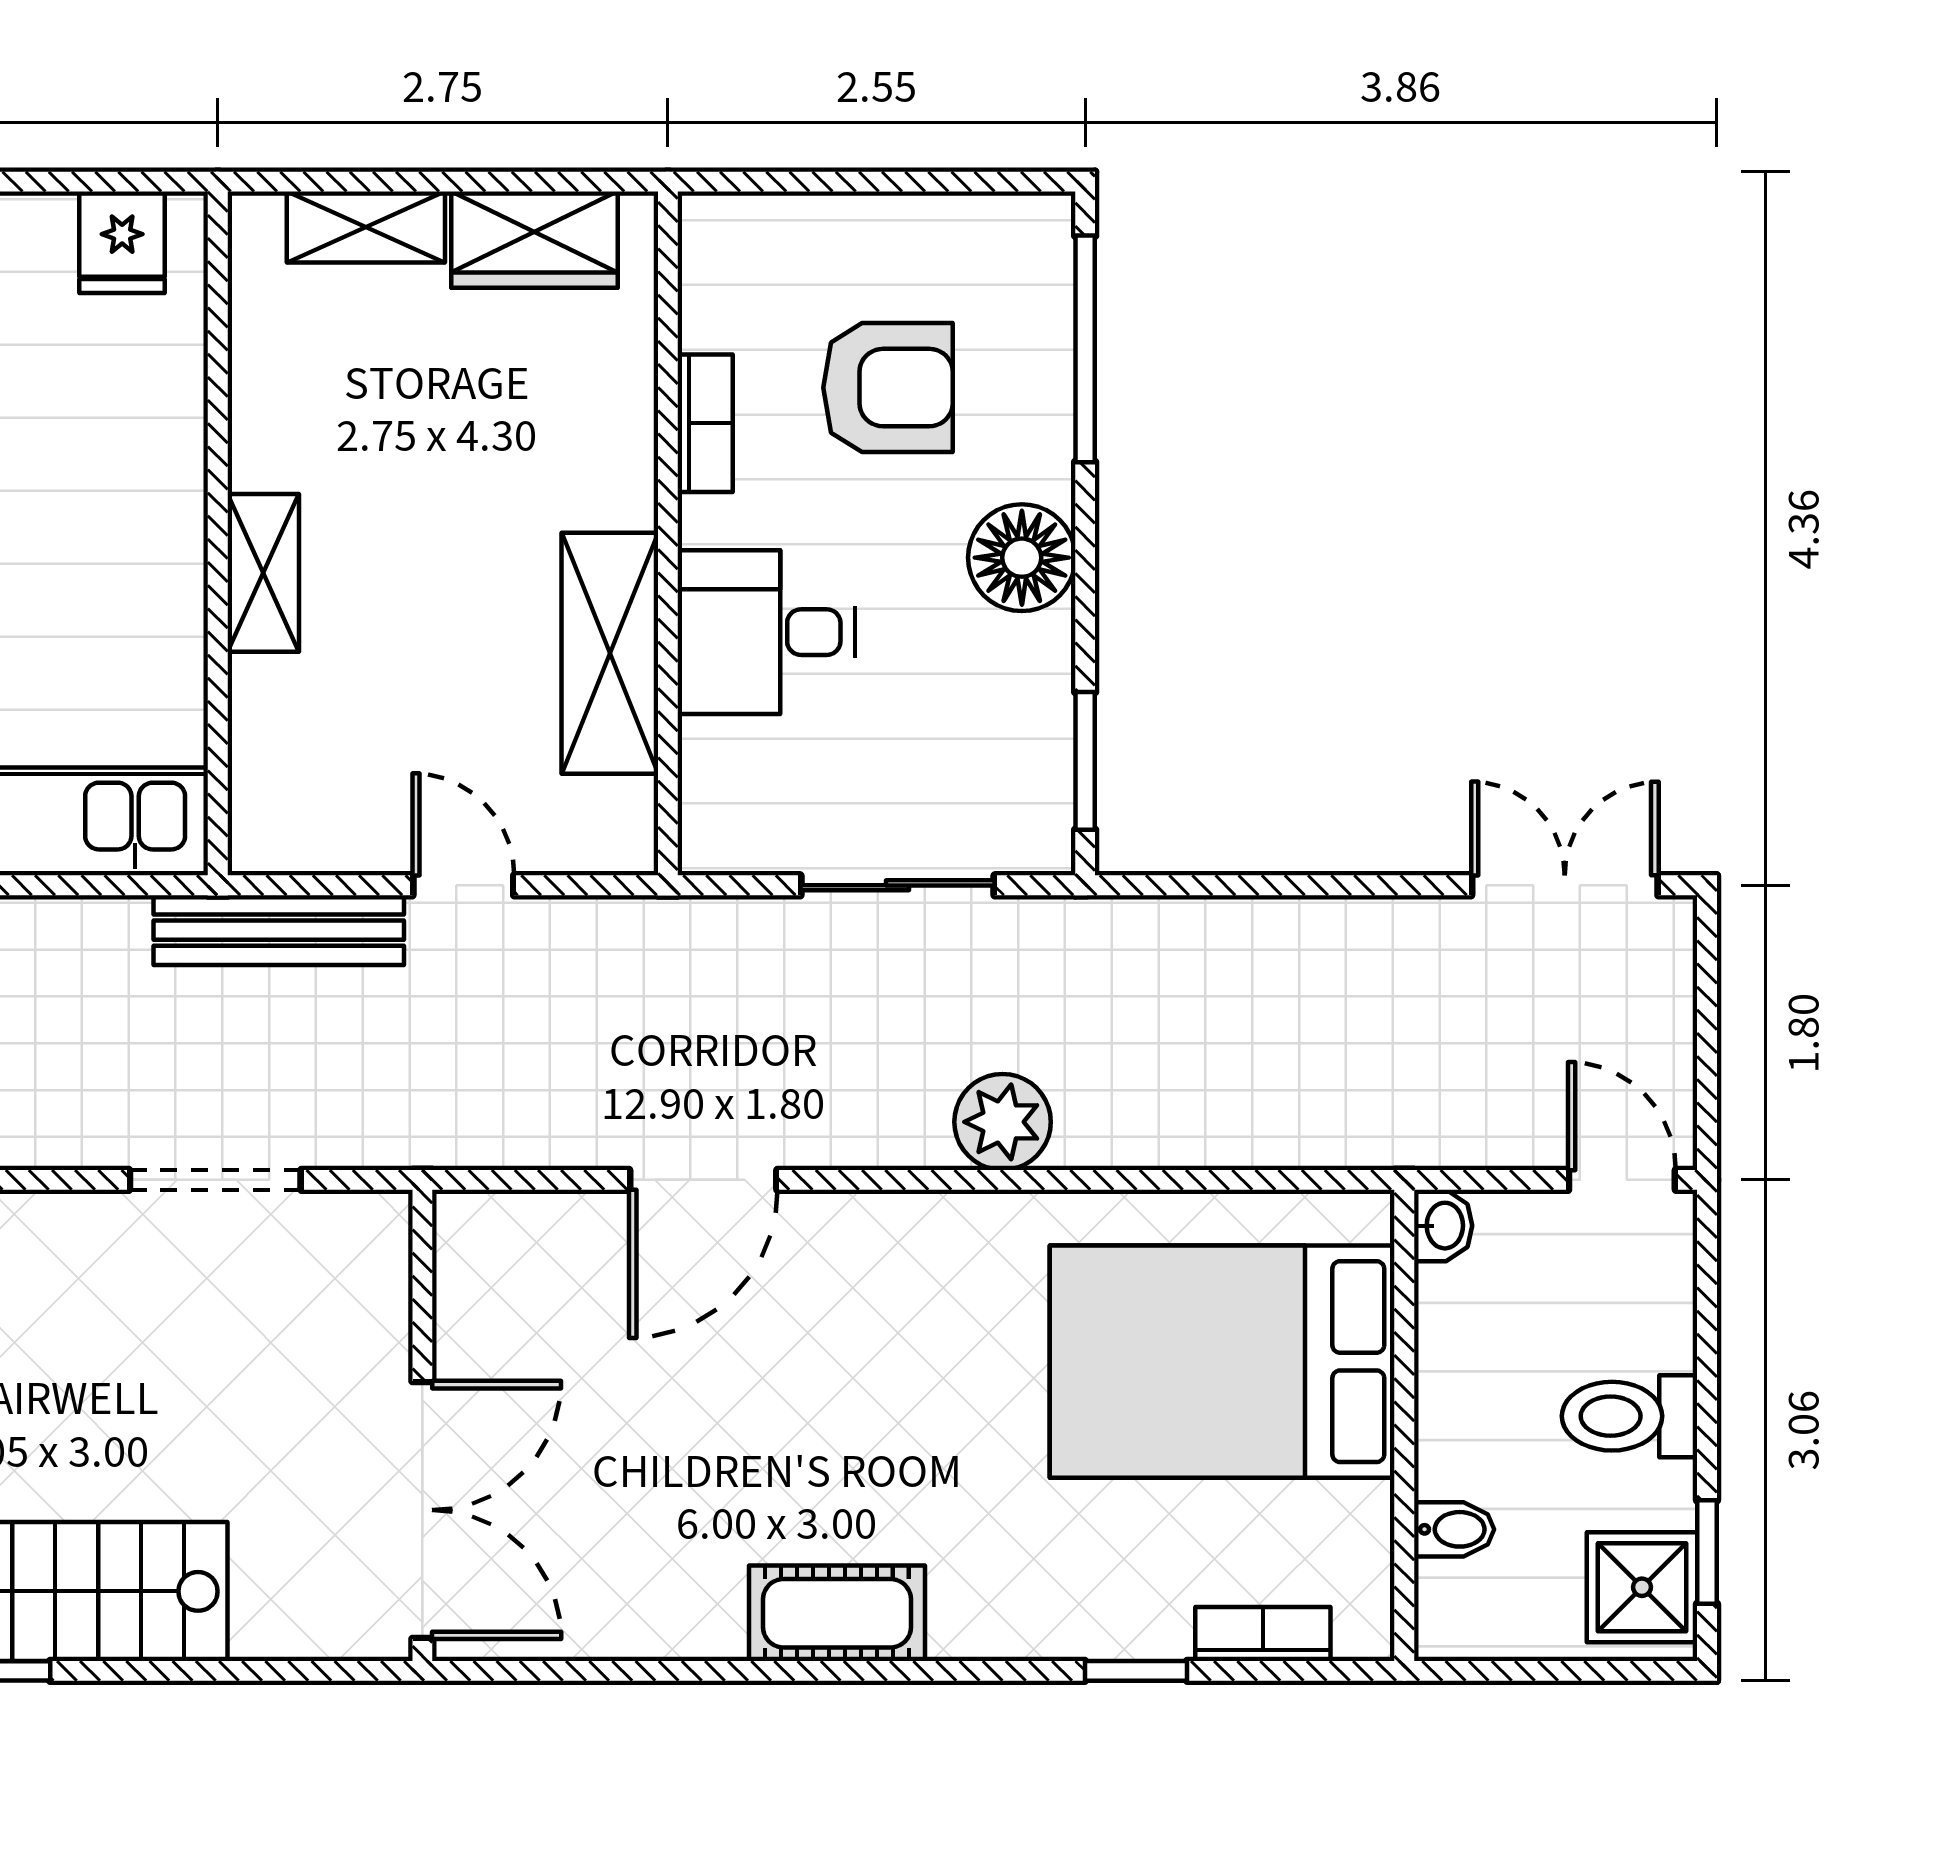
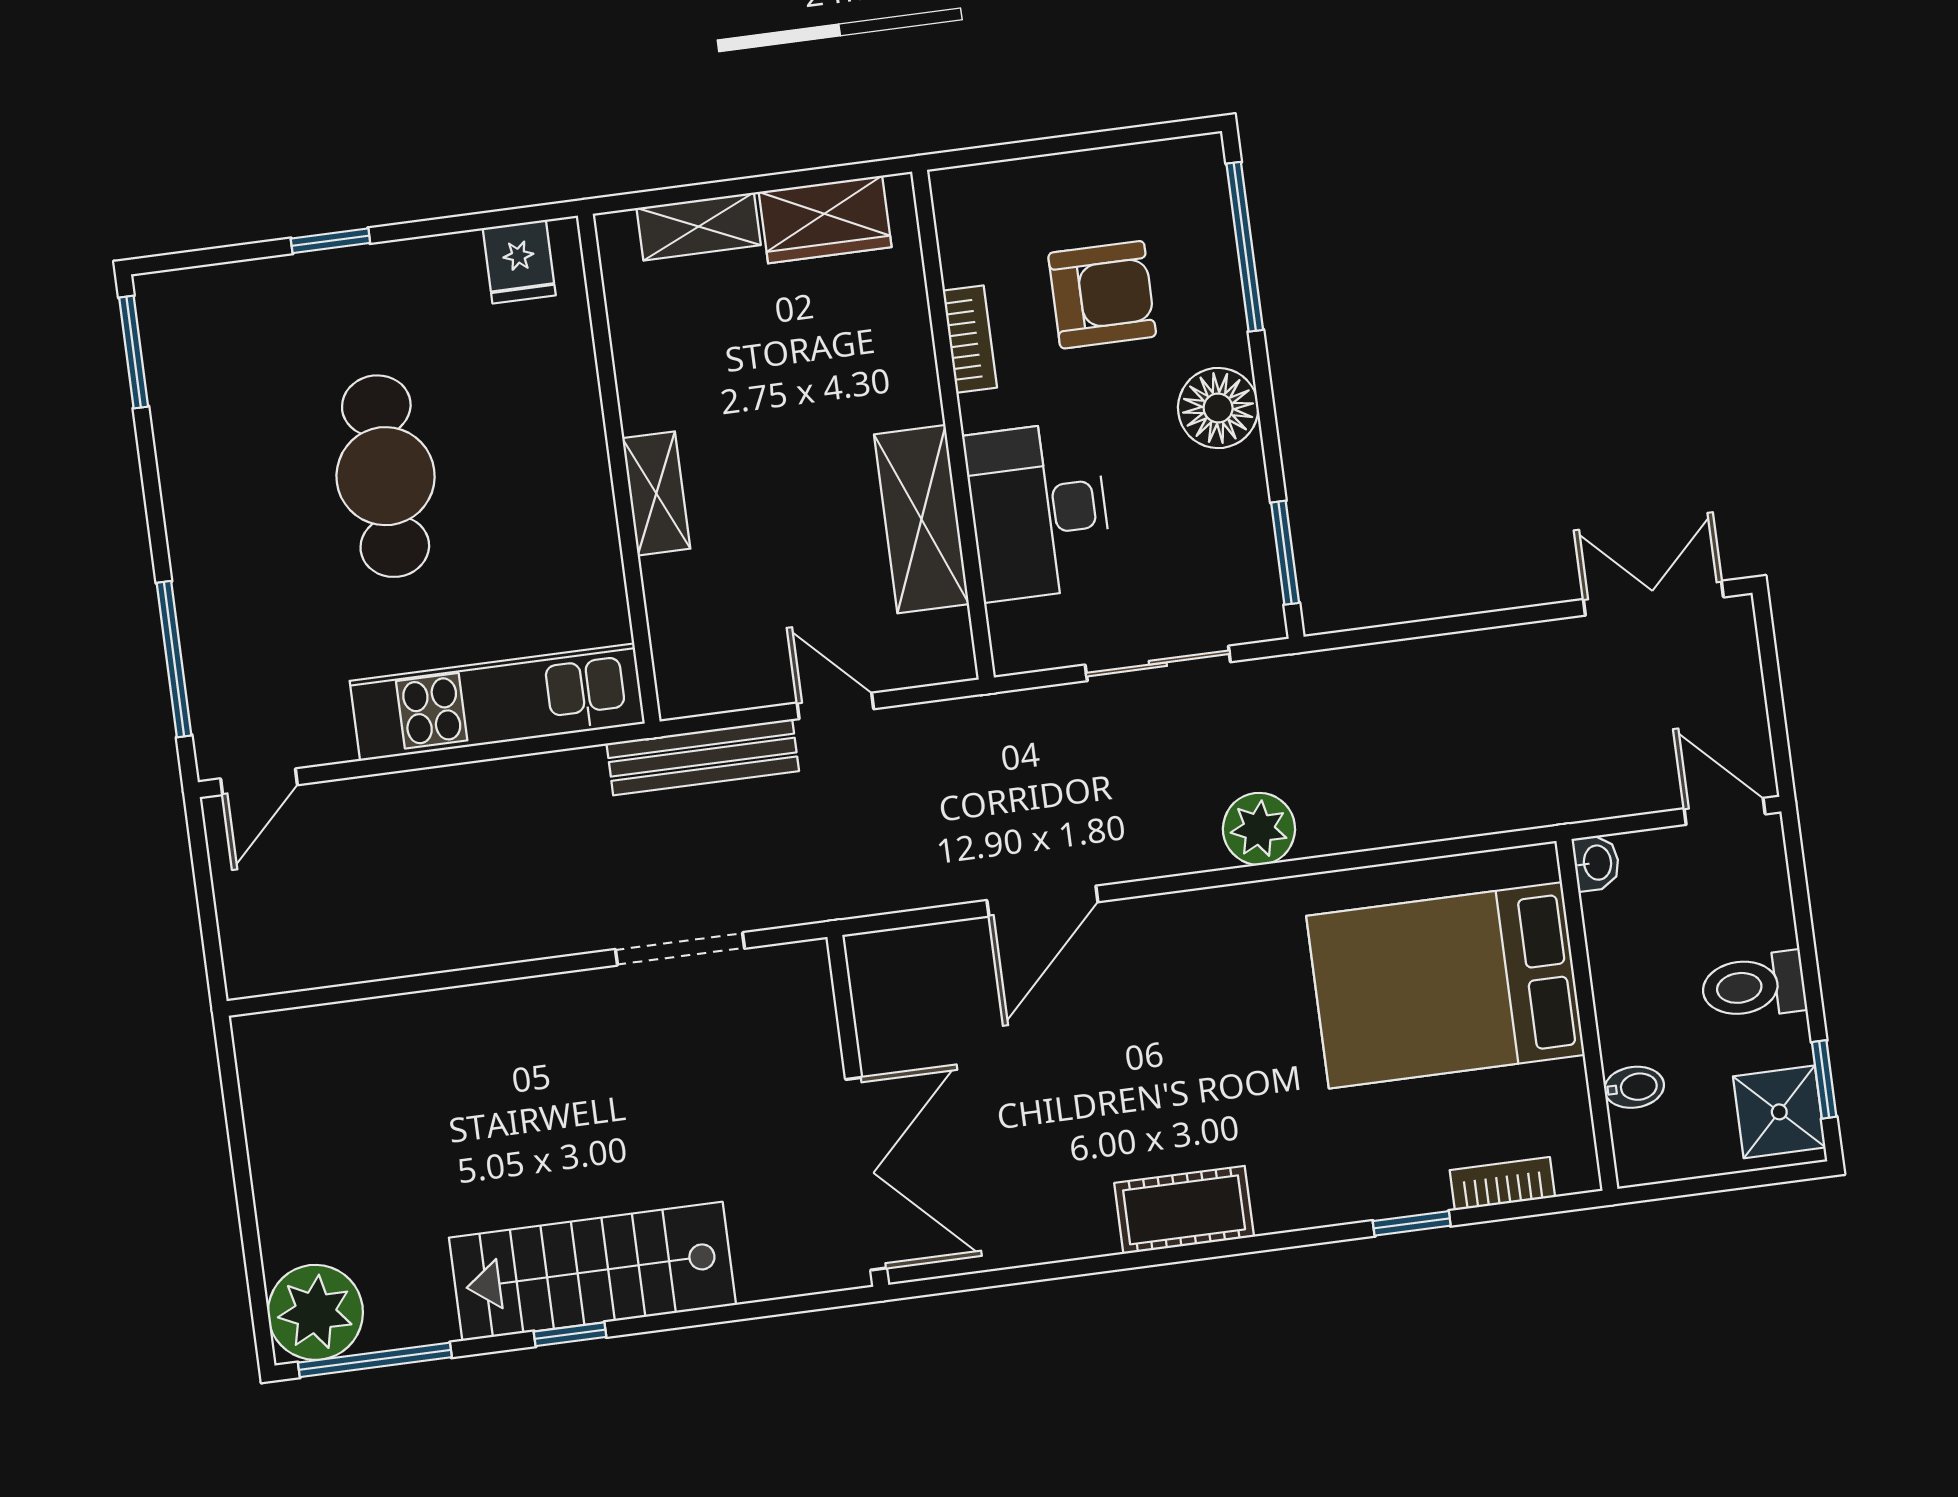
desk: (766, 632) -> (1038, 511), width x1.37

